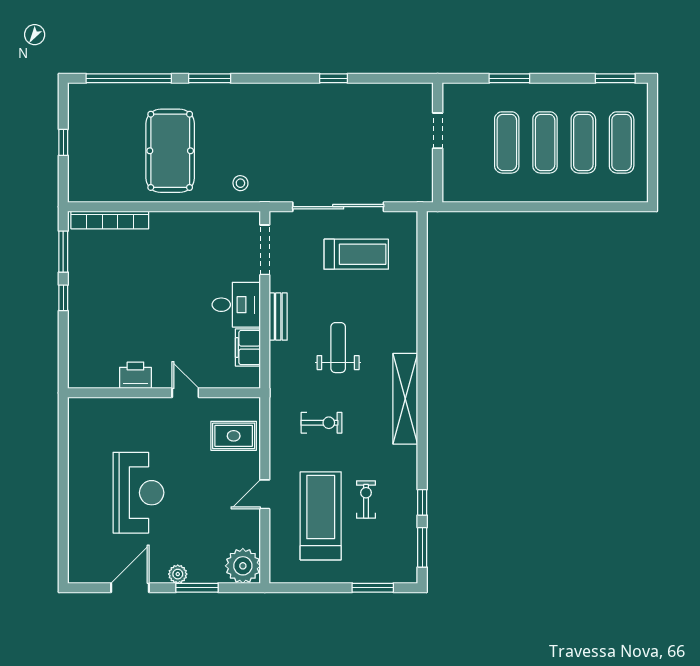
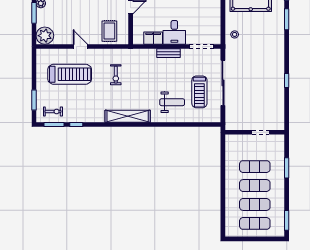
weight bench: (338, 348) -> (172, 102), moved
exercise bike: (366, 499) -> (53, 111), moved

